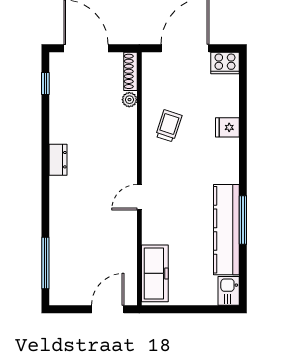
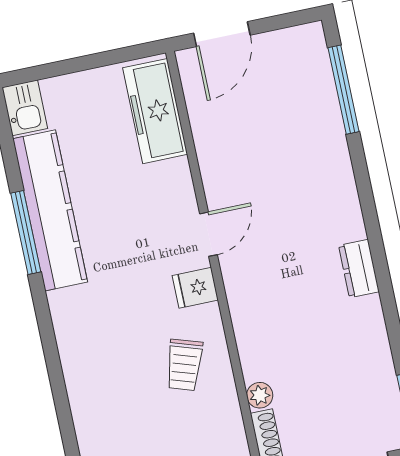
fridge: (227, 127) -> (195, 288), moved, turned 180

